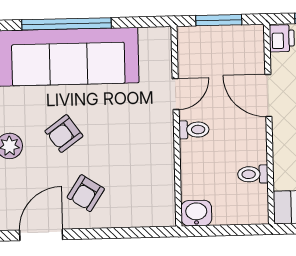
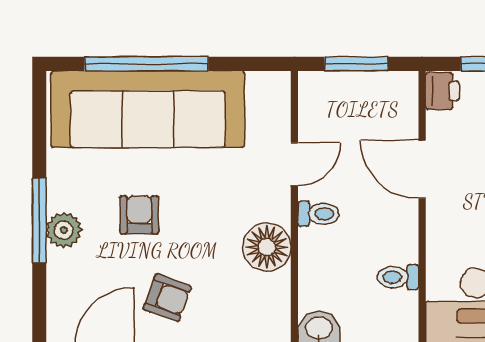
armchair: (64, 134) -> (139, 215), turned 126
floor lamp: (157, 155) -> (267, 247), added
armchair: (86, 193) -> (167, 298), turned -103

